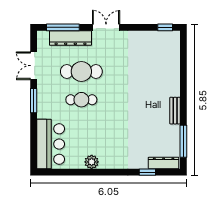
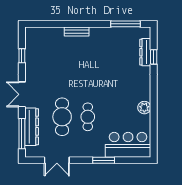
window: (165, 27) -> (22, 56), moved
window: (34, 101) -> (104, 160), moved
bench: (175, 111) -> (77, 32), moved
dresser: (164, 163) -> (145, 52), moved

